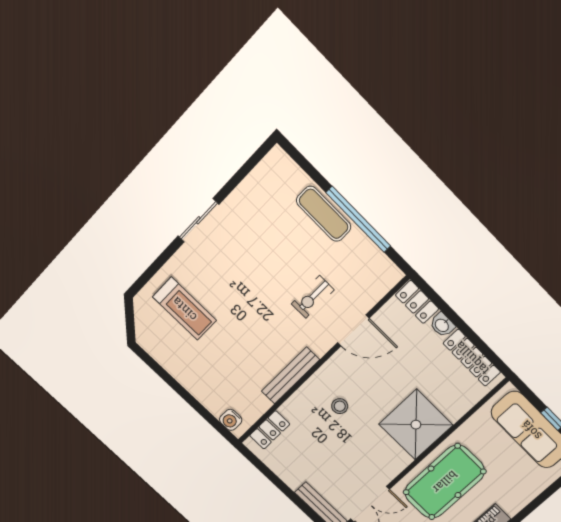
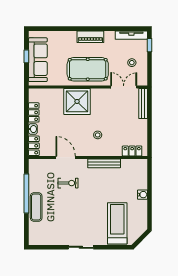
treadmill: (184, 309) -> (117, 223), width x1.37, depth x1.38
locker: (472, 358) -> (34, 112), width x0.66
water cooler: (231, 420) -> (143, 195), moved

